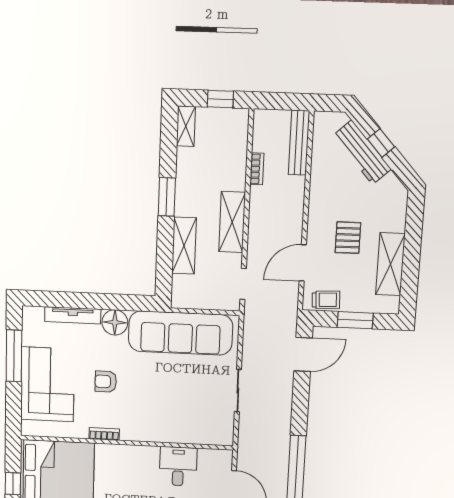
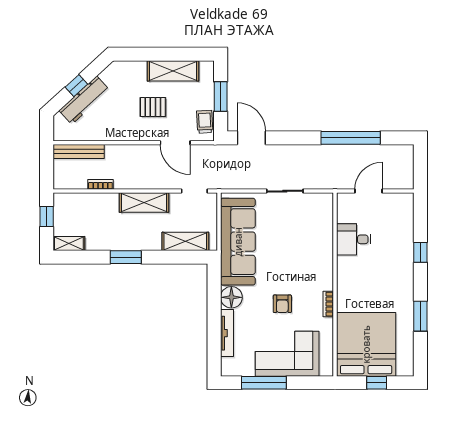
shelving: (184, 246) -> (185, 241), moved

